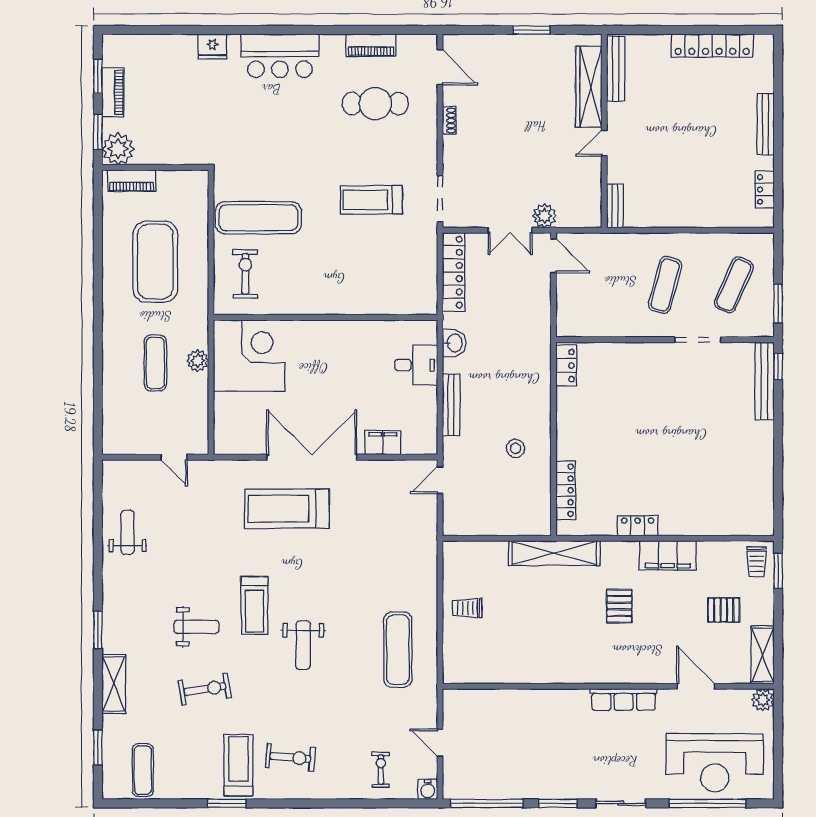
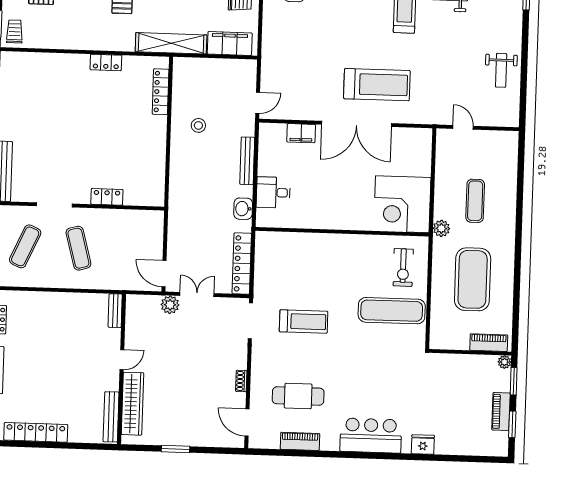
plant: (118, 149) -> (504, 362), width x0.53, depth x0.53
exercise mat: (665, 285) -> (78, 248), turned -30
plant: (198, 361) -> (441, 228), moved
locker: (566, 365) -> (107, 197), moved, turned 90
filing cabinet: (668, 555) -> (230, 44), moved

